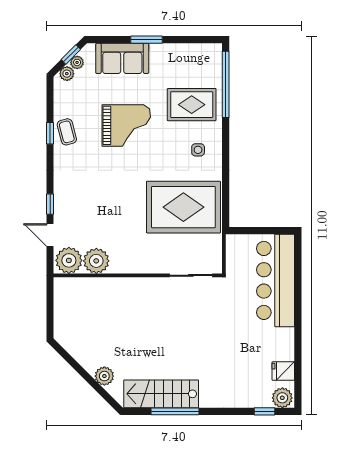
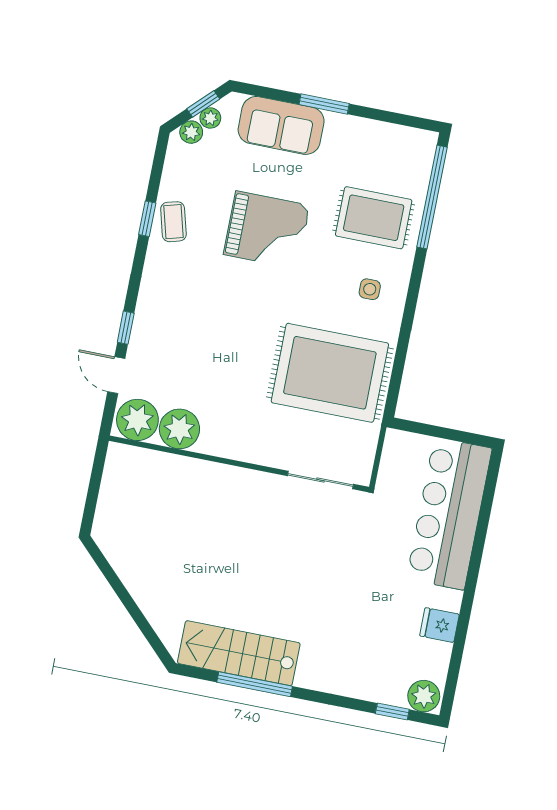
fridge: (283, 371) -> (439, 625), moved
plant: (104, 376) -> (157, 609), removed

